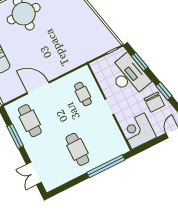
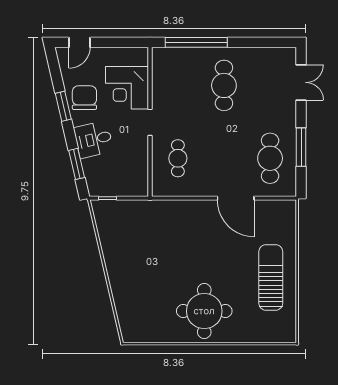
desk: (129, 76) -> (94, 139), width x0.53, depth x0.77
corner desk: (138, 131) -> (127, 88), moved, turned 90

